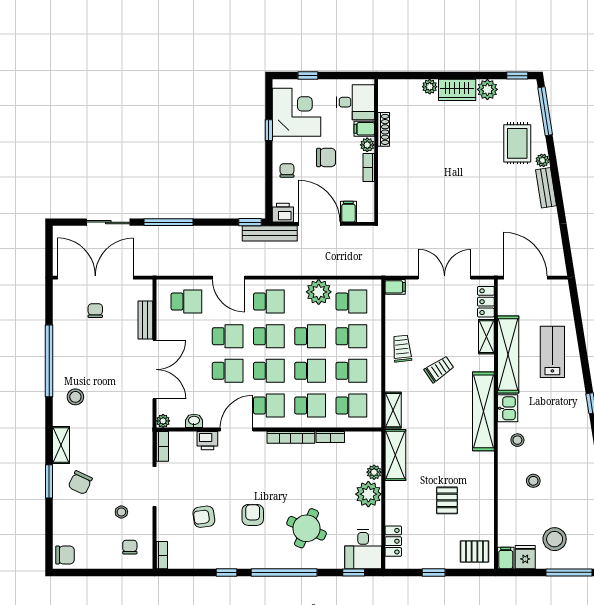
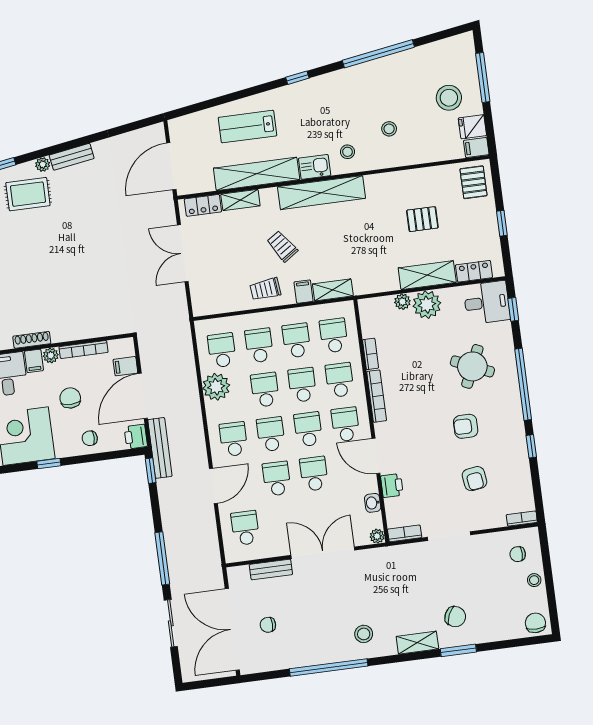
bookcase: (369, 167) -> (84, 350), width x1.56
filing cabinet: (395, 287) -> (304, 292), moved
shelving: (395, 455) -> (427, 275), moved
stool: (121, 512) -> (534, 580), moved

